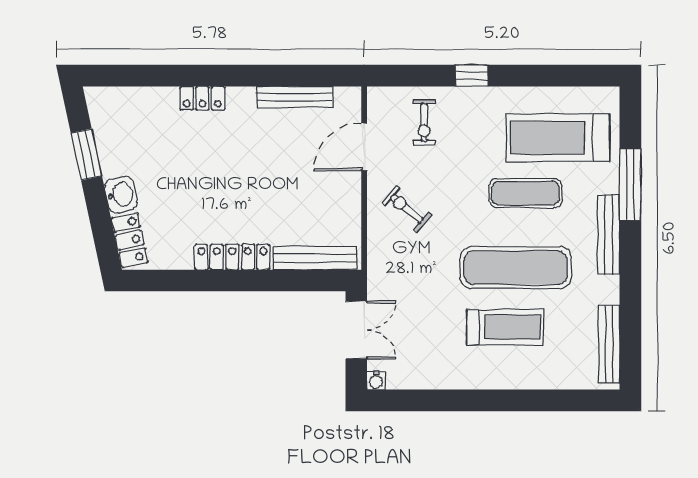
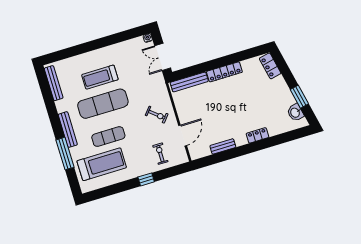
bench: (295, 97) -> (223, 146), width x0.73
washbasin: (121, 195) -> (295, 113), moved

